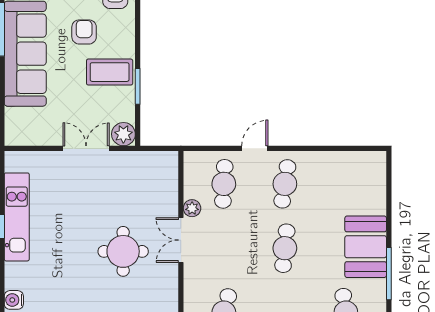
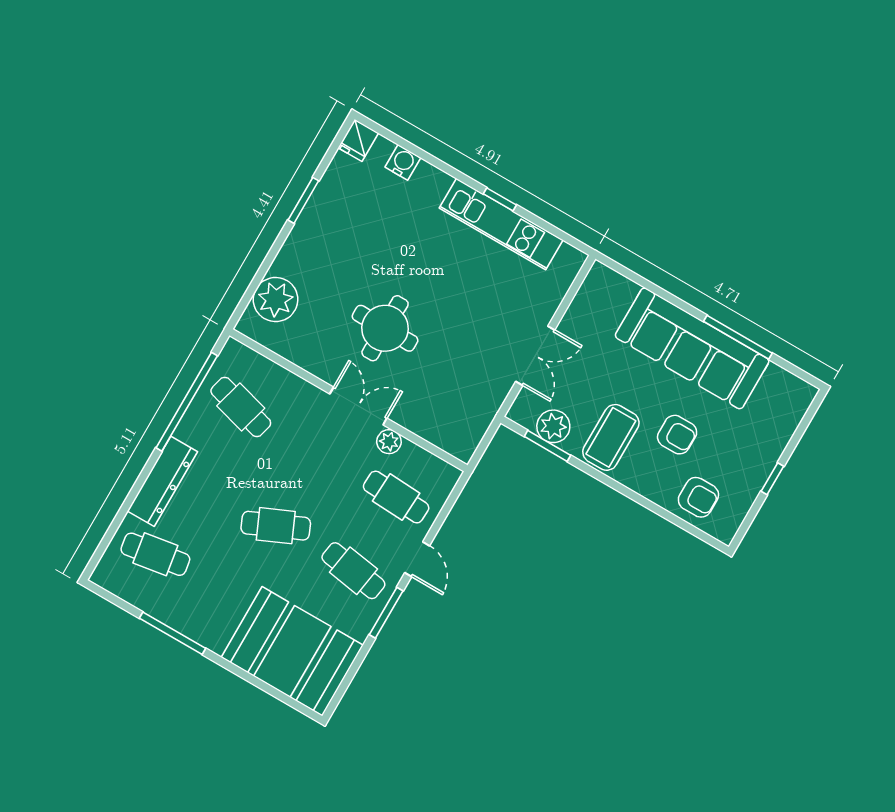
window: (138, 86) -> (547, 446), moved
plant: (123, 134) -> (553, 426), moved
window: (299, 148) -> (386, 613), added
booth: (366, 247) -> (292, 651), moved, width x1.36, depth x1.42
cafe table: (285, 248) -> (276, 526), turned -30

